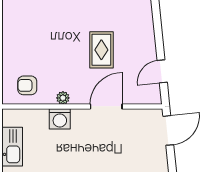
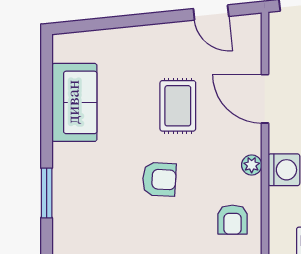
armchair: (54, 38) -> (159, 179), added
rug: (101, 50) -> (178, 106), turned 90

